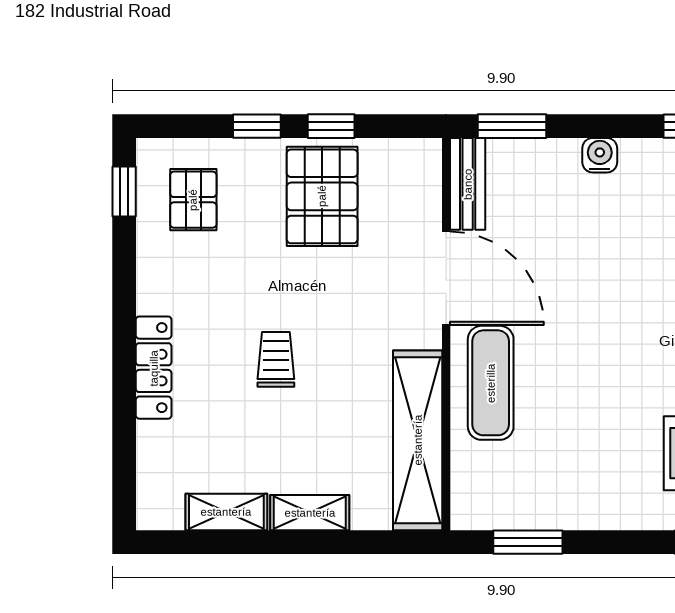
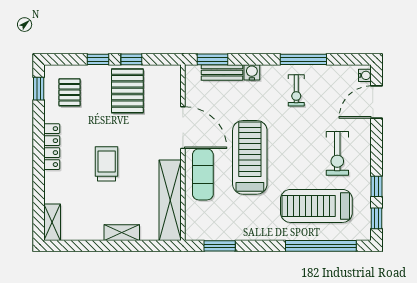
bench: (468, 184) -> (222, 72), moved, turned 90
treadmill: (595, 345) -> (250, 157), added
trolley: (276, 359) -> (107, 164), width x1.36, depth x1.39
locker: (154, 368) -> (52, 147), moved
shelving: (226, 512) -> (52, 222), moved, turned 90

